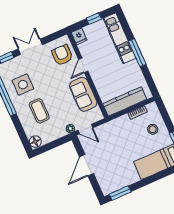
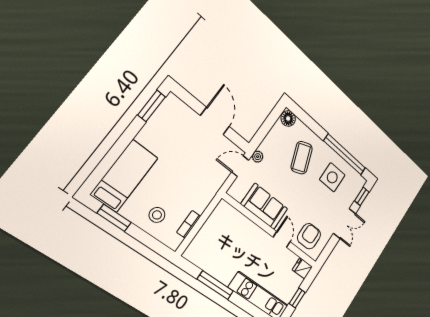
window: (137, 53) -> (215, 285), moved
armchair: (62, 55) -> (309, 236), turned -90
kitchen counter: (125, 101) -> (212, 228), removed
coffee table: (39, 111) -> (302, 158), turned 69

